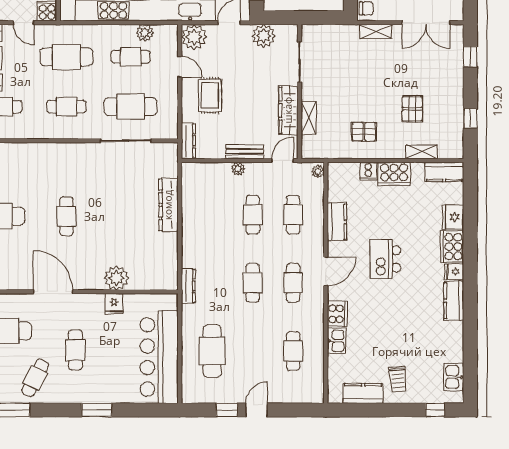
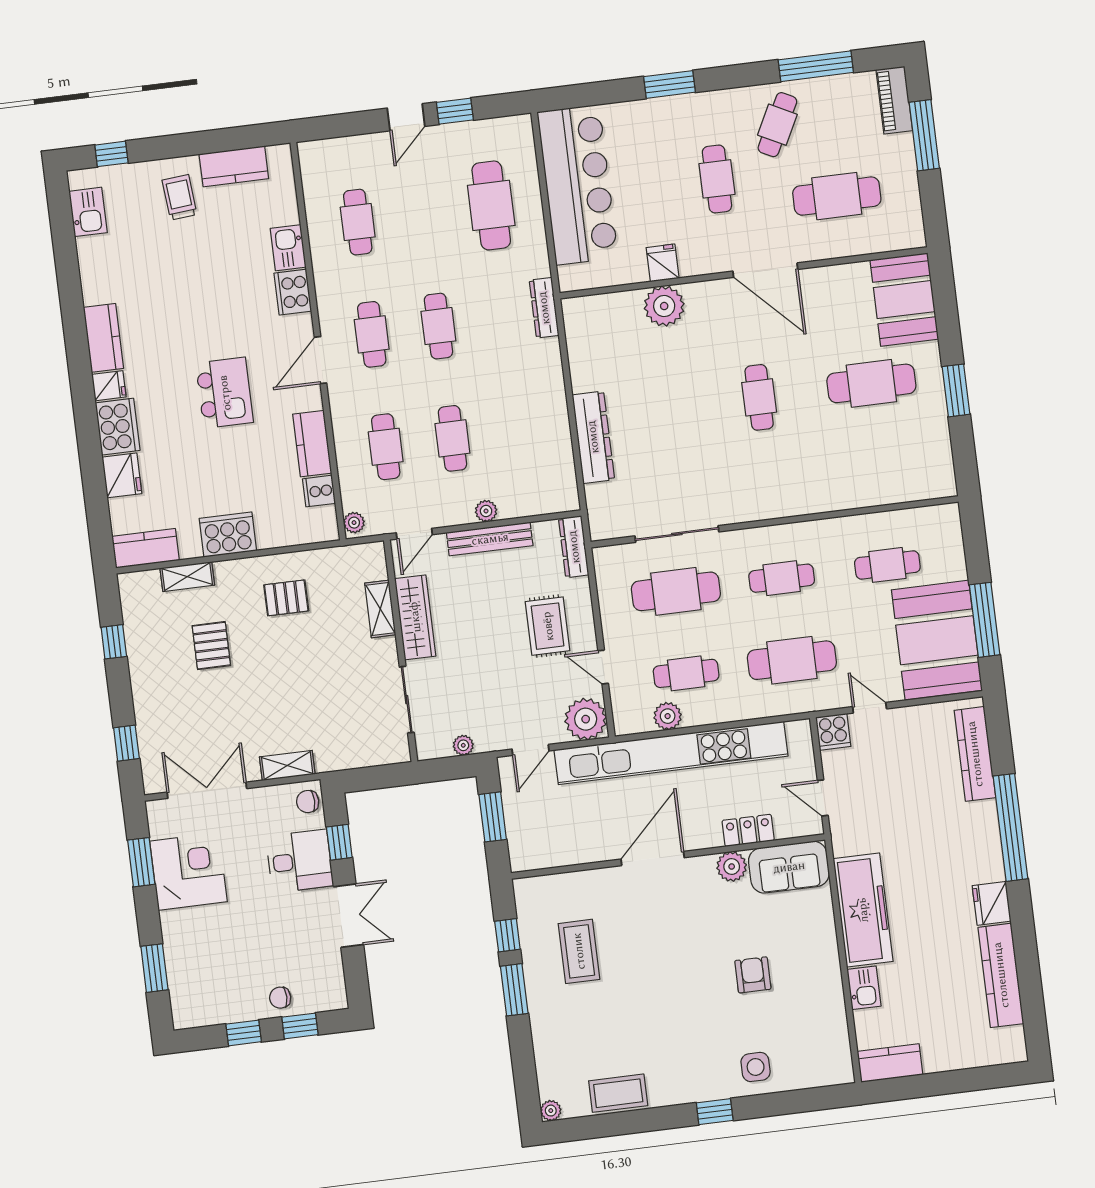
plant: (264, 36) -> (463, 745), width x0.53, depth x0.53
bench: (245, 152) -> (490, 539), width x1.36
cooker: (368, 171) -> (319, 491), moved, turned -90

